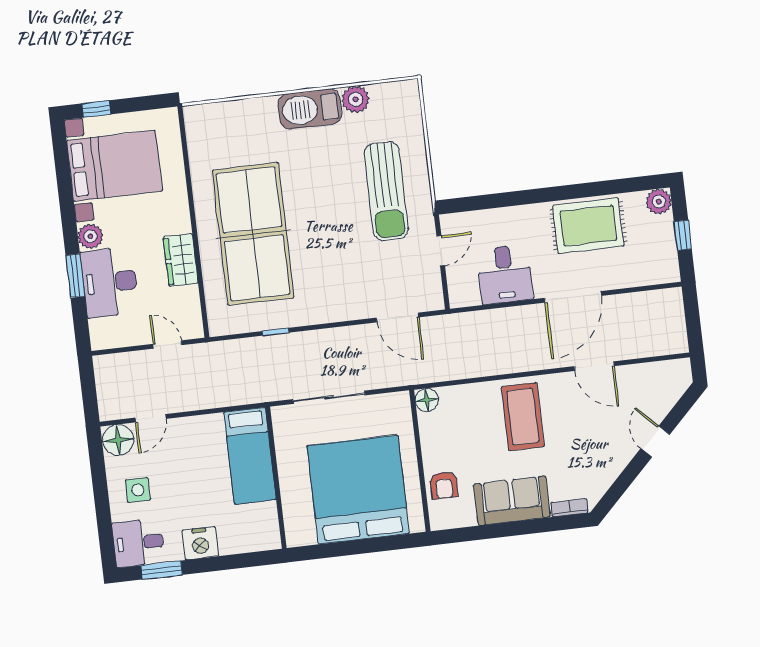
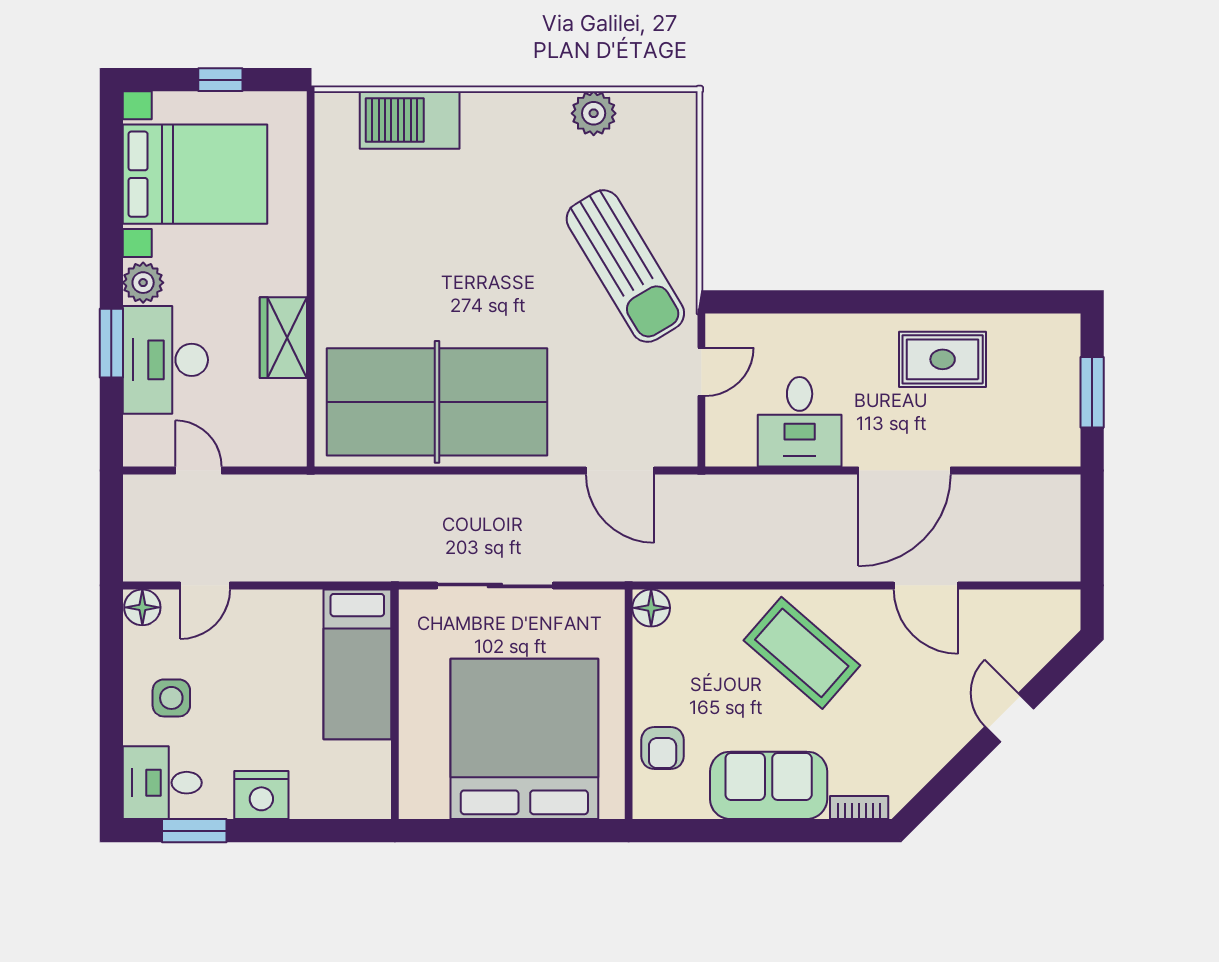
window: (96, 109) -> (220, 80), moved
barbecue: (310, 109) -> (410, 120), moved
sun lounger: (386, 191) -> (625, 266), turned -31
plant: (659, 202) -> (1060, 334), removed
rug: (588, 226) -> (943, 359), width x0.73, depth x0.70
table tennis table: (253, 234) -> (437, 402), moved, turned 90
window: (683, 235) -> (1092, 392), width x1.50
window: (275, 332) -> (421, 471), removed
door: (167, 345) -> (198, 471), moved
coffee table: (523, 417) -> (802, 653), turned -49
floor lamp: (118, 440) -> (142, 607), width x0.73, depth x0.73

